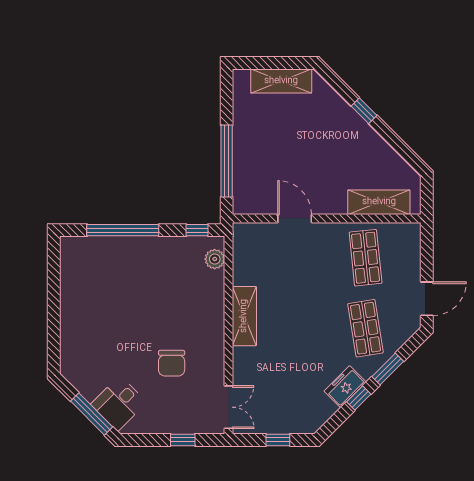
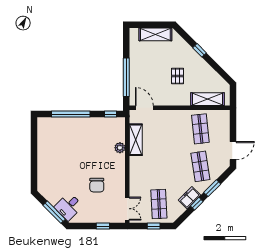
pallet: (323, 159) -> (177, 76), added
door: (295, 218) -> (144, 108), moved
plant: (215, 259) -> (120, 148), moved
shelving: (244, 316) -> (136, 140), moved
shop shelf: (288, 399) -> (159, 204), added

